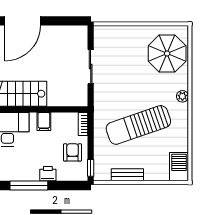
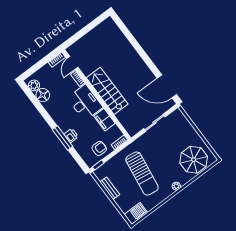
door: (23, 21) -> (167, 86), moved
filing cabinet: (44, 121) -> (104, 120), width x2.00
sun lounger: (138, 125) -> (142, 174), turned -153
printer: (48, 174) -> (71, 135), moved

